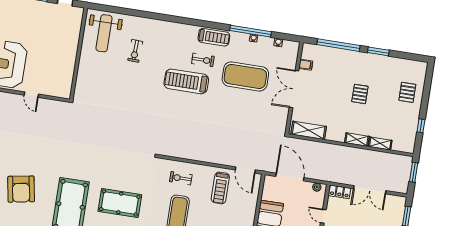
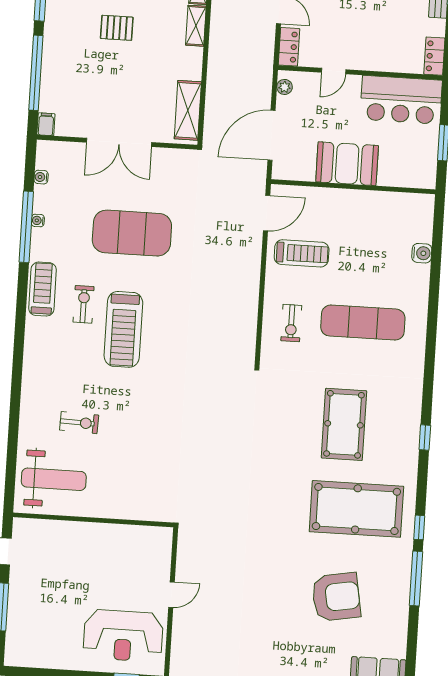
filing cabinet: (306, 65) -> (46, 124), moved
exercise mat: (245, 76) -> (132, 233), moved, turned 90

